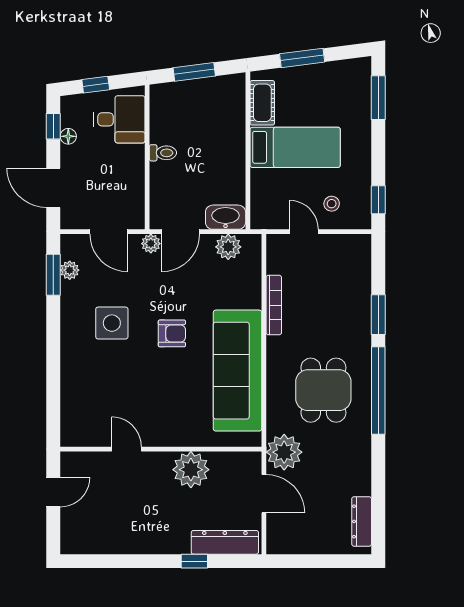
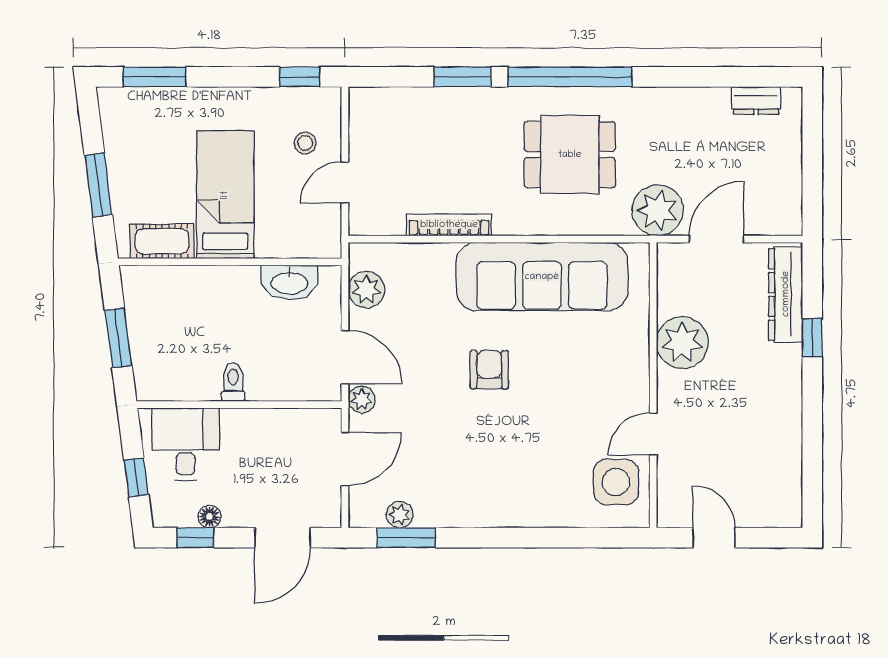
washbasin: (226, 217) -> (289, 282), moved, turned -90
side table: (112, 323) -> (616, 482), moved
dresser: (362, 521) -> (756, 100), width x0.70

